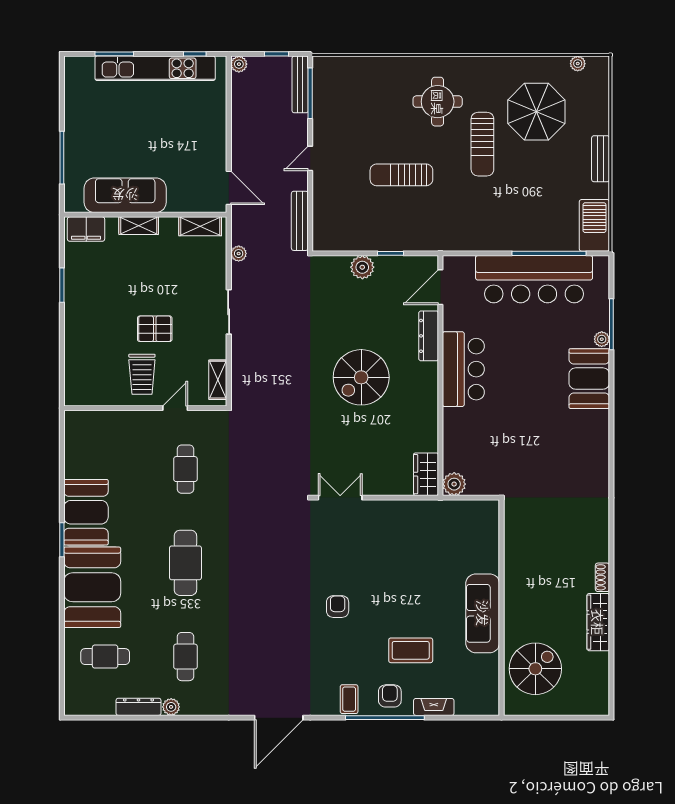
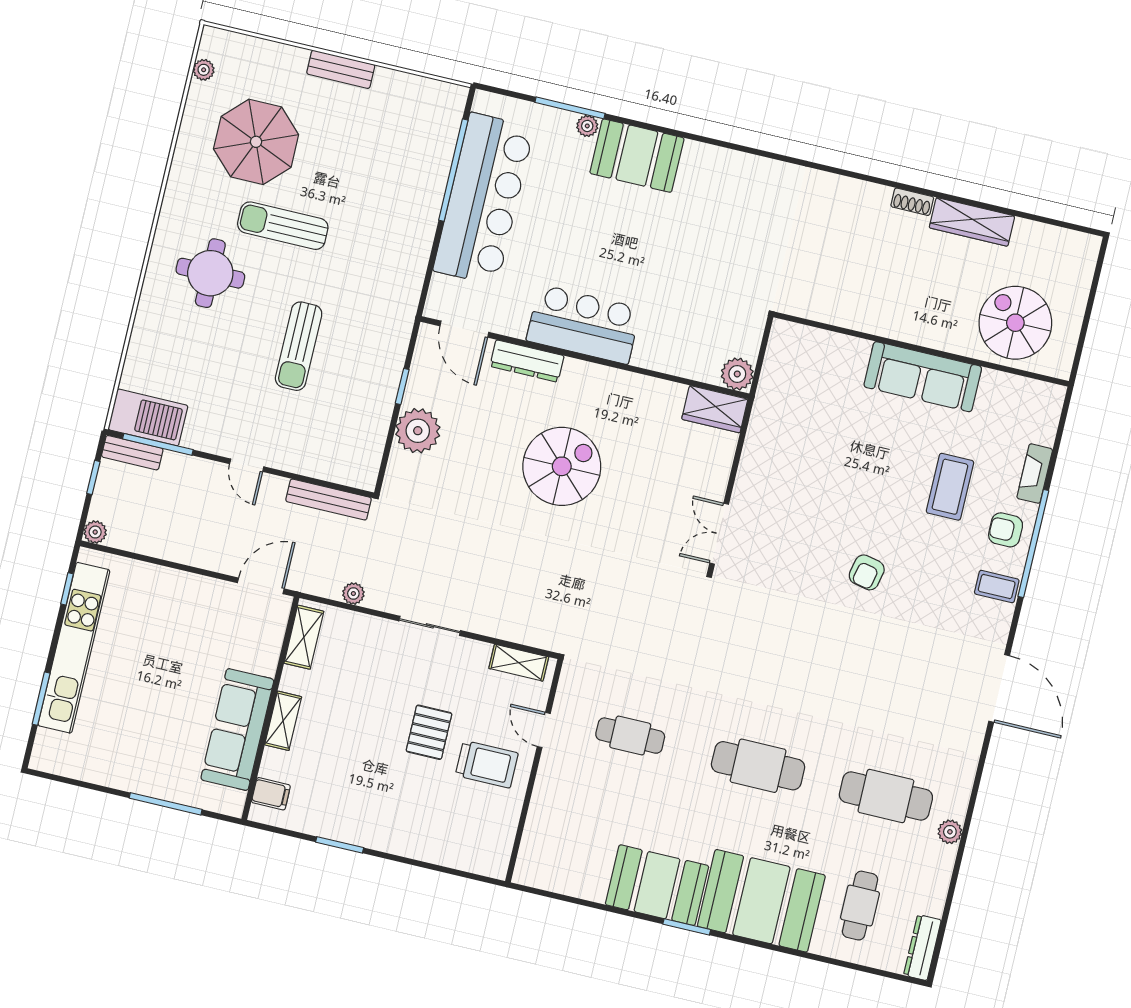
bench: (300, 84) -> (132, 453), width x0.73
sun lounger: (482, 144) -> (283, 226), turned 180
barbecue: (594, 225) -> (148, 417), moved, turned 180
filing cabinet: (86, 229) -> (271, 794), width x0.50
plant: (362, 267) -> (418, 431), width x1.36, depth x1.36
spiral stairs: (361, 377) -> (562, 466), turned -90
armchair: (338, 607) -> (867, 572), turned -78
cafe table: (185, 657) -> (886, 796), width x1.37, depth x1.35
dresser: (138, 707) -> (922, 948), moved

